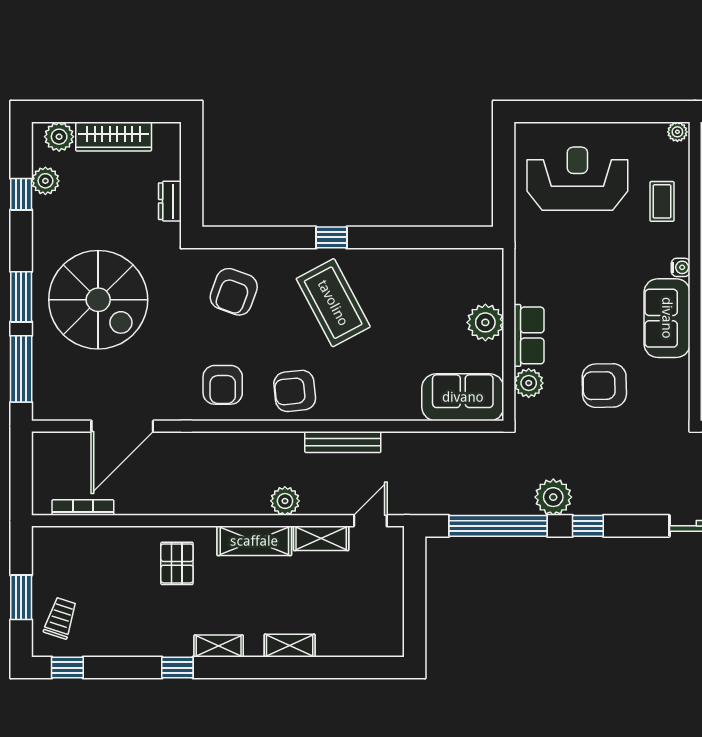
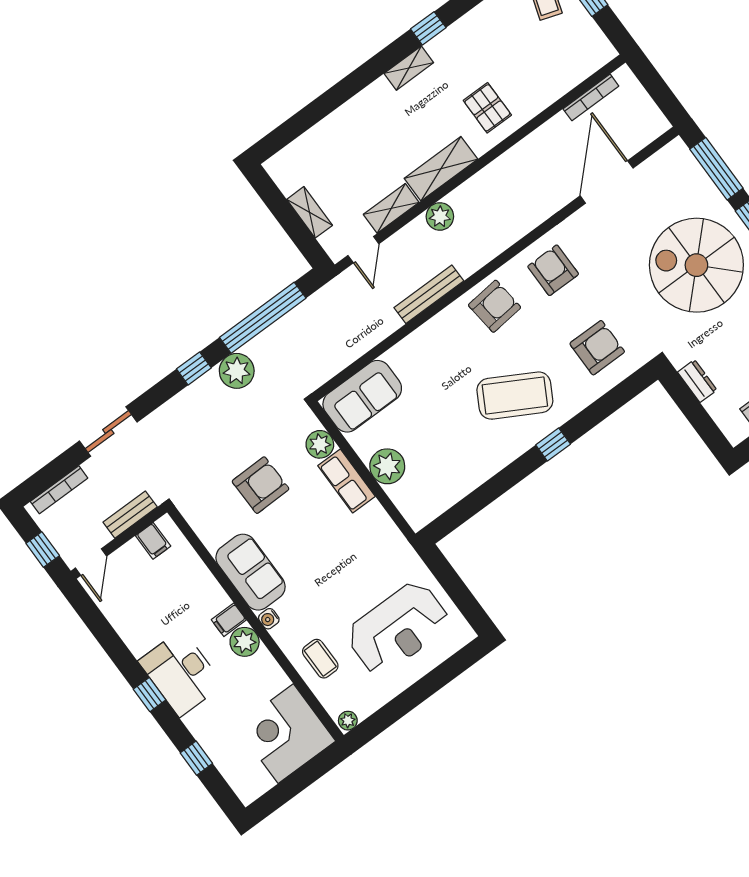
armchair: (234, 292) -> (597, 348), turned 70
coffee table: (333, 303) -> (515, 396), turned -33
shelving: (290, 646) -> (310, 212), moved, turned 90

